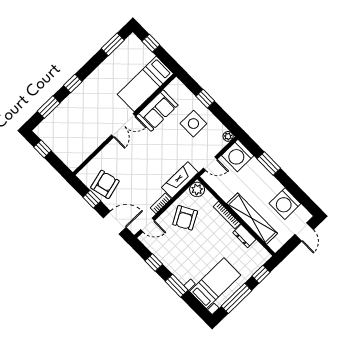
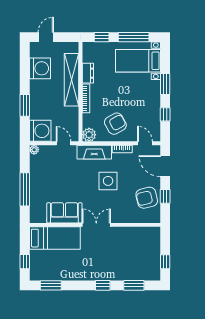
window: (205, 99) -> (25, 189), width x2.17
side table: (193, 124) -> (108, 181), moved

